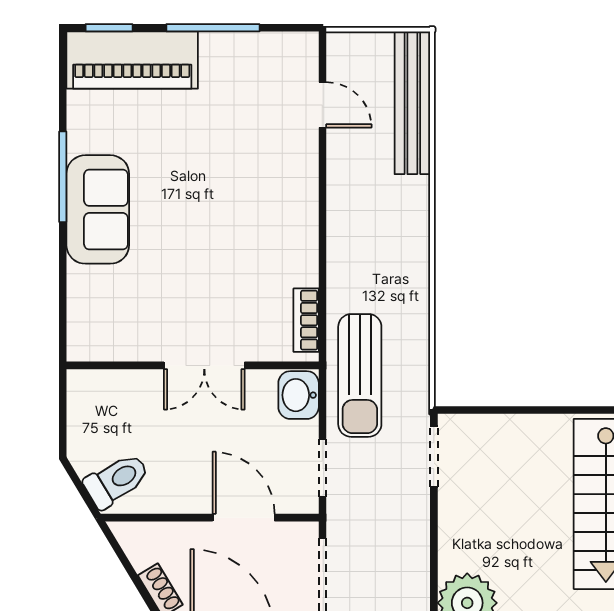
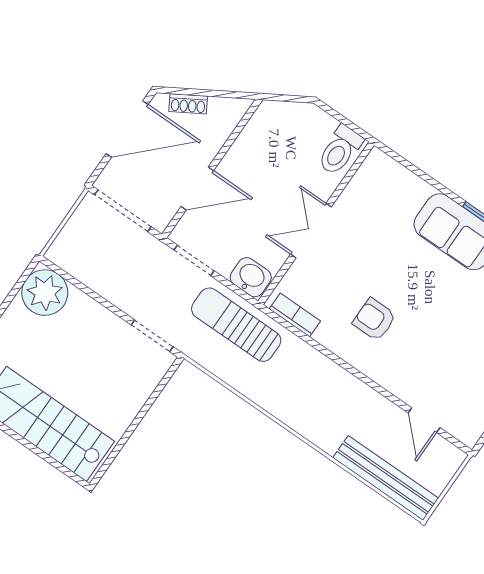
door: (322, 105) -> (424, 420), hinge flipped
armchair: (252, 232) -> (374, 319), added
toilet: (117, 480) -> (340, 150), moved, turned 31

